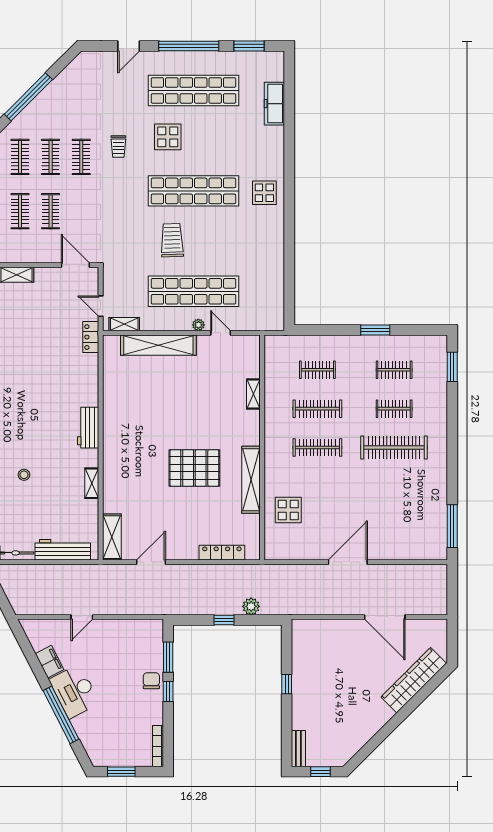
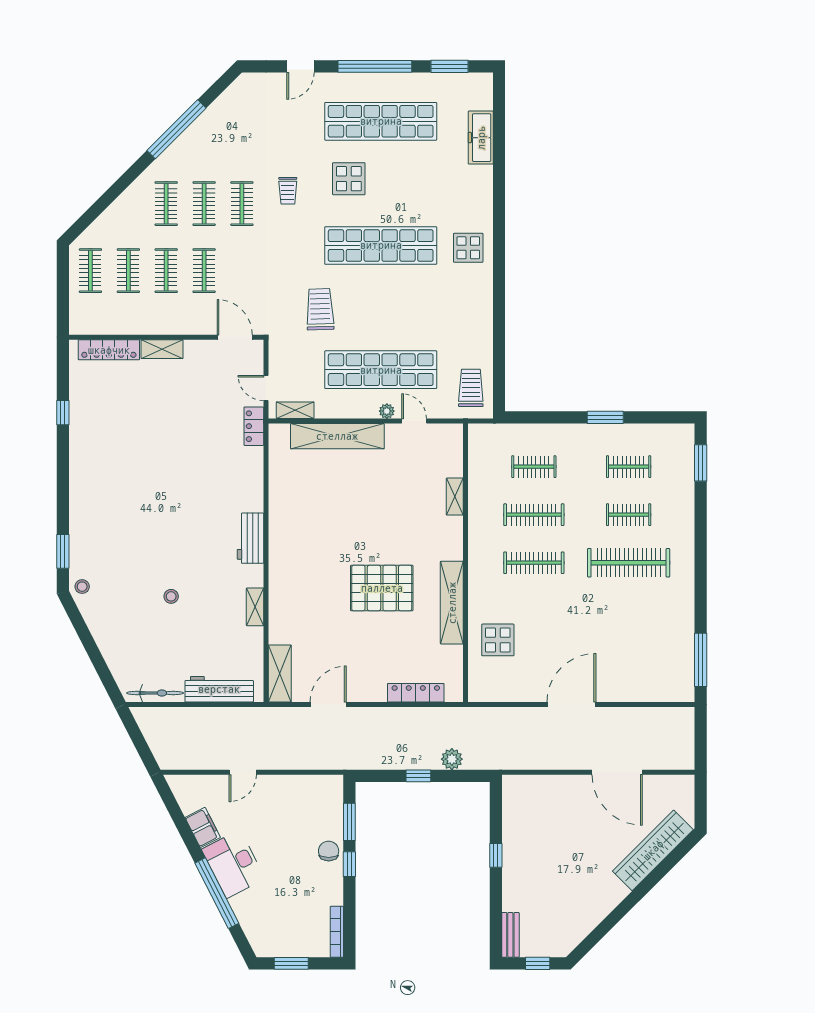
trolley: (172, 240) -> (320, 309), moved
trolley: (266, 306) -> (471, 388), added

